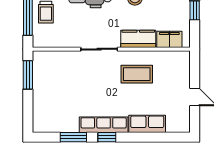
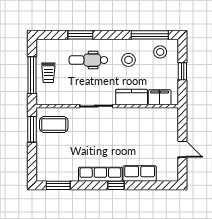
coffee table: (137, 74) -> (54, 125), moved
window: (73, 137) -> (58, 185), moved
window: (107, 137) -> (116, 185), moved

